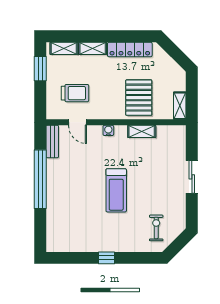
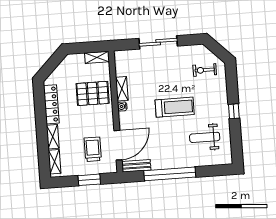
window: (40, 69) -> (89, 180), moved
door: (77, 122) -> (118, 145), width x1.87
water cooler: (108, 130) -> (122, 106), moved
sliding door: (192, 177) -> (158, 42), width x1.37
weight bench: (79, 222) -> (205, 137), added

